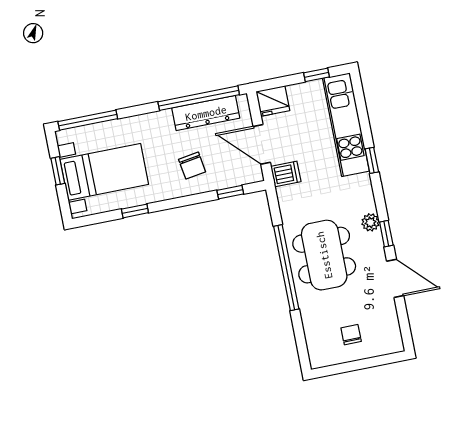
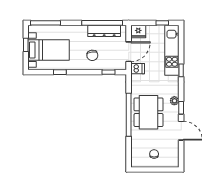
door: (262, 144) -> (129, 52), swing flipped

